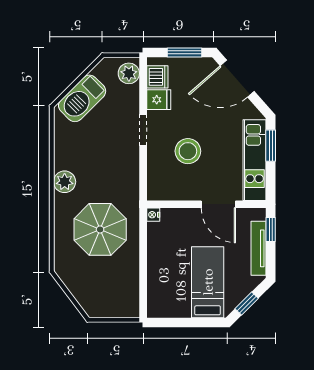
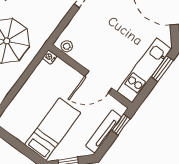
stool: (188, 151) -> (67, 46), moved, width x0.53, depth x0.53
door: (218, 204) -> (98, 82), hinge flipped

